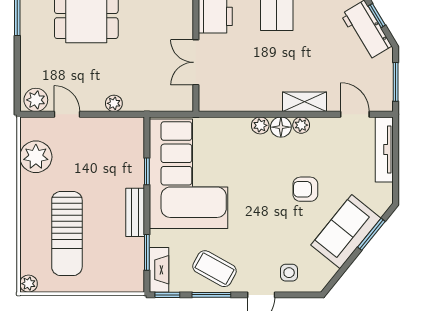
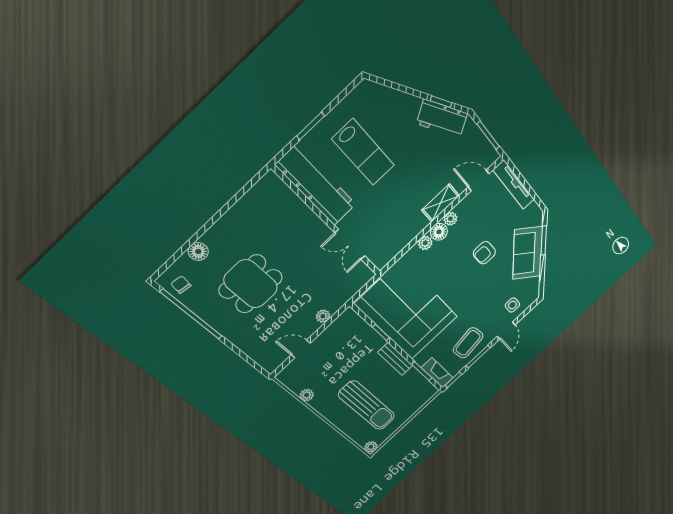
plant: (36, 100) -> (273, 360), removed
plant: (36, 157) -> (307, 395), width x0.53, depth x0.53
coffee table: (214, 269) -> (468, 343), turned -37

